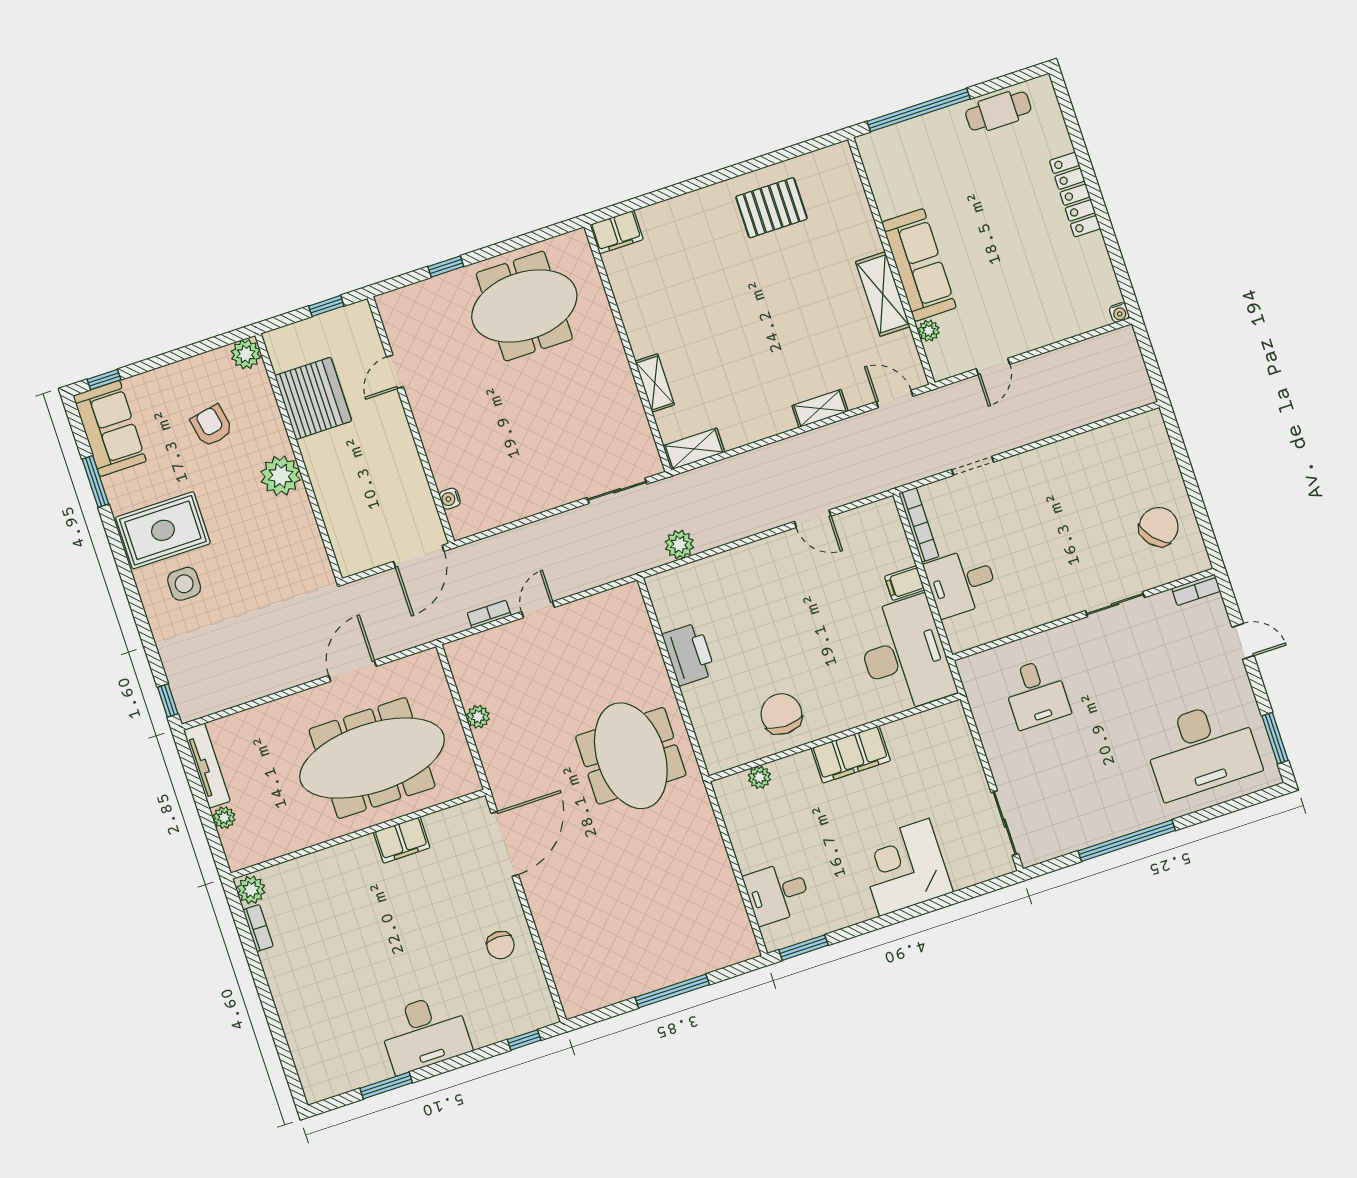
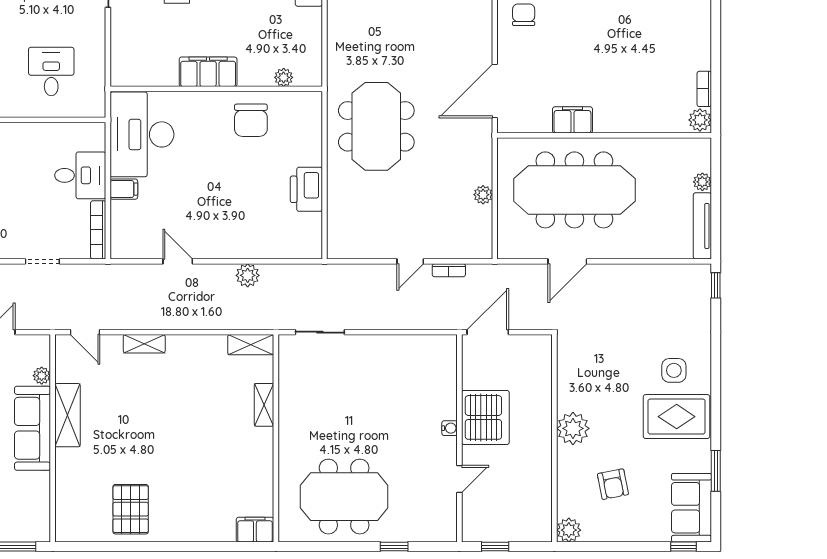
pallet: (771, 208) -> (131, 509), turned 90
server rack: (313, 398) -> (485, 417), moved, turned 180
water cooler: (450, 499) -> (450, 428), moved
plant: (679, 545) -> (248, 275), moved

